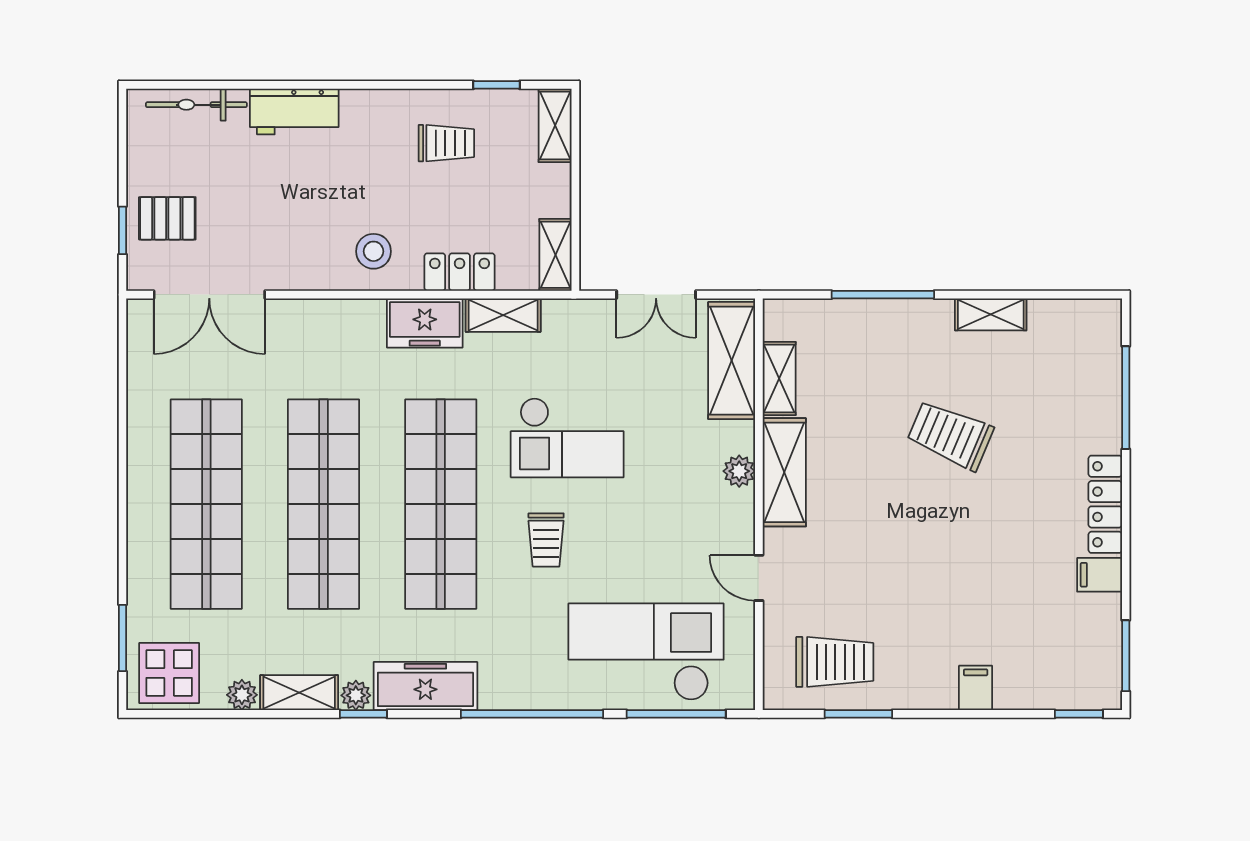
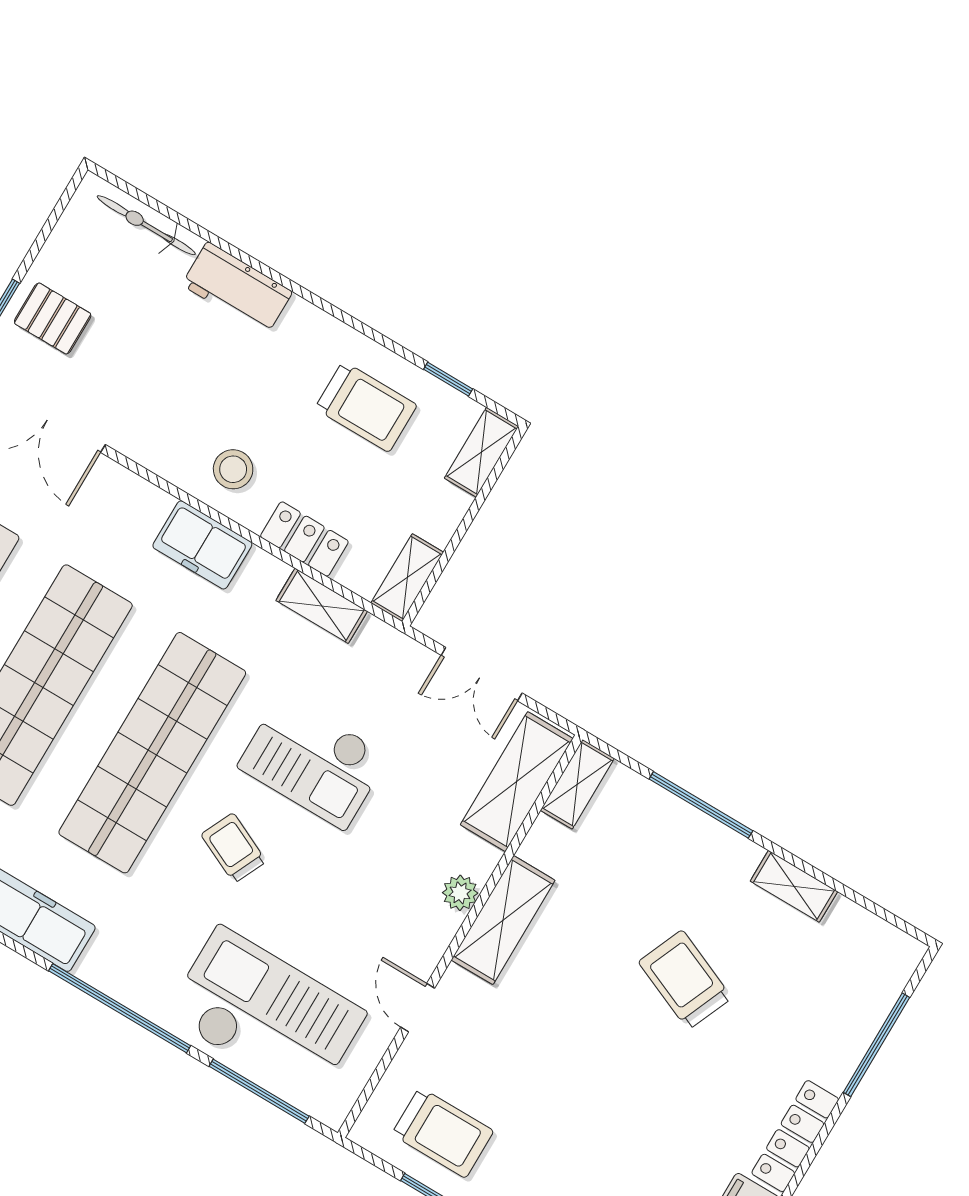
trolley: (446, 143) -> (366, 407), width x1.36, depth x1.39
freezer: (425, 323) -> (202, 545), moved
shelving: (779, 378) -> (577, 784), moved
trolley: (546, 540) -> (234, 848), turned 115

